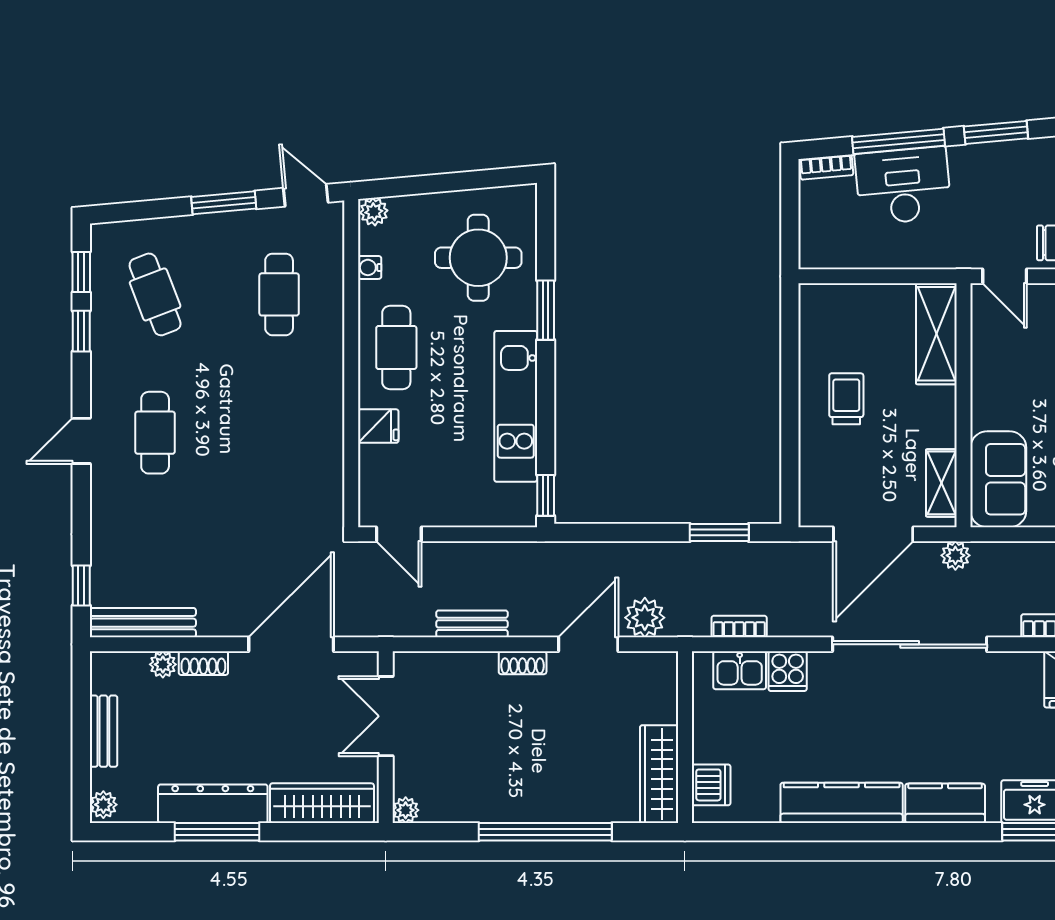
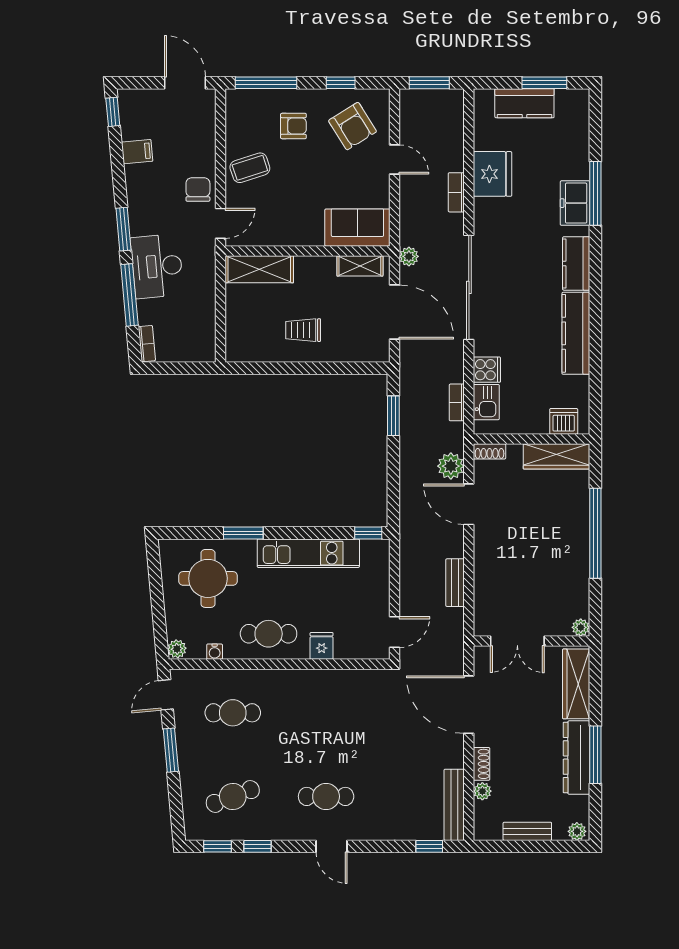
desk: (903, 186) -> (157, 266), moved
shoe rack: (523, 663) -> (490, 451), moved, turned 90

